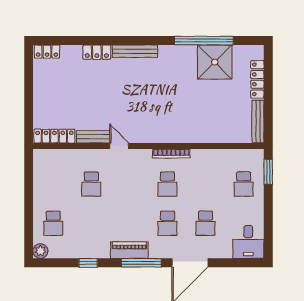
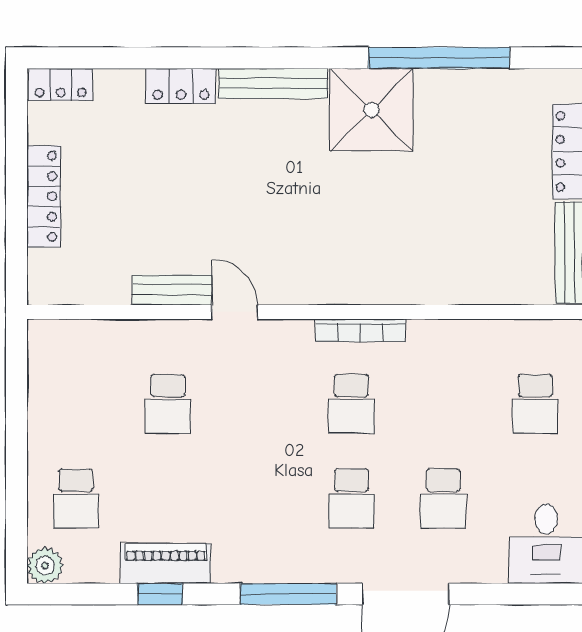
shower: (215, 62) -> (371, 110), moved
locker: (54, 136) -> (44, 196), moved, turned 90
piano: (129, 250) -> (166, 563), moved

